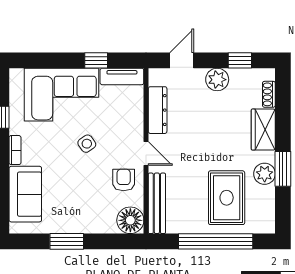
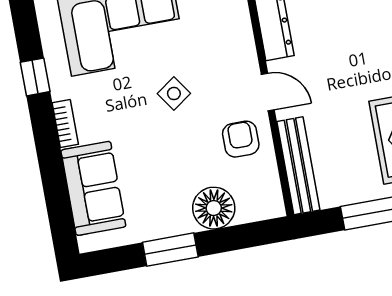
floor lamp: (130, 220) -> (214, 208), moved

